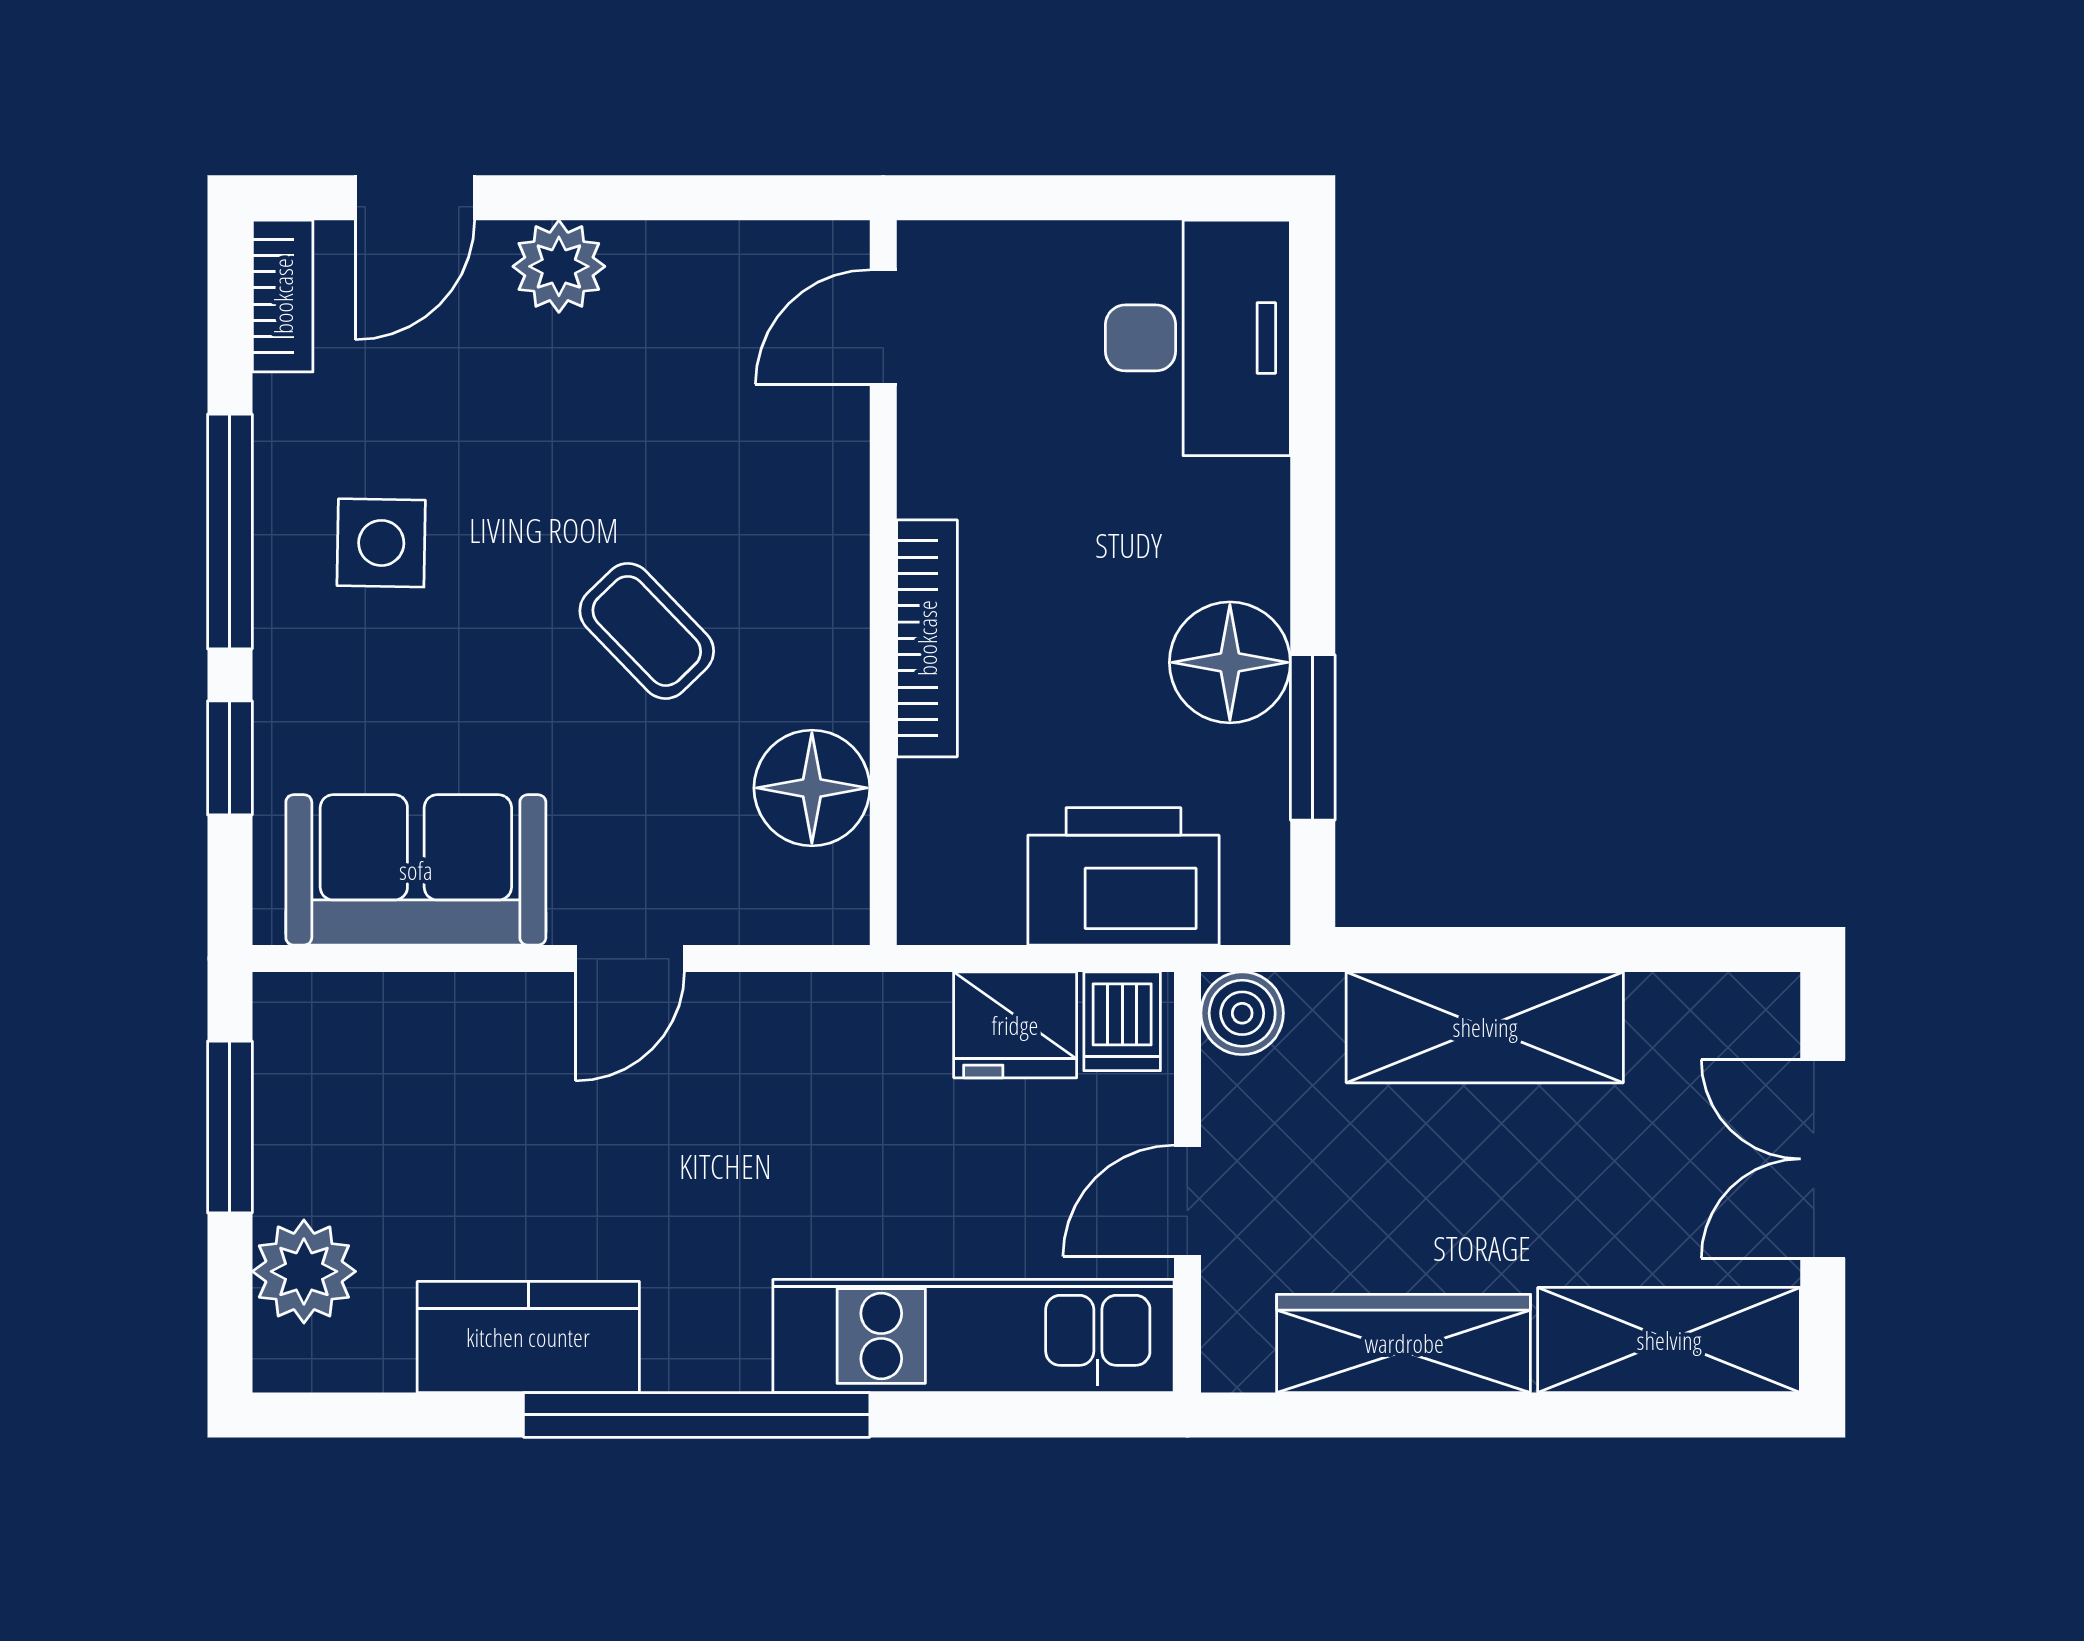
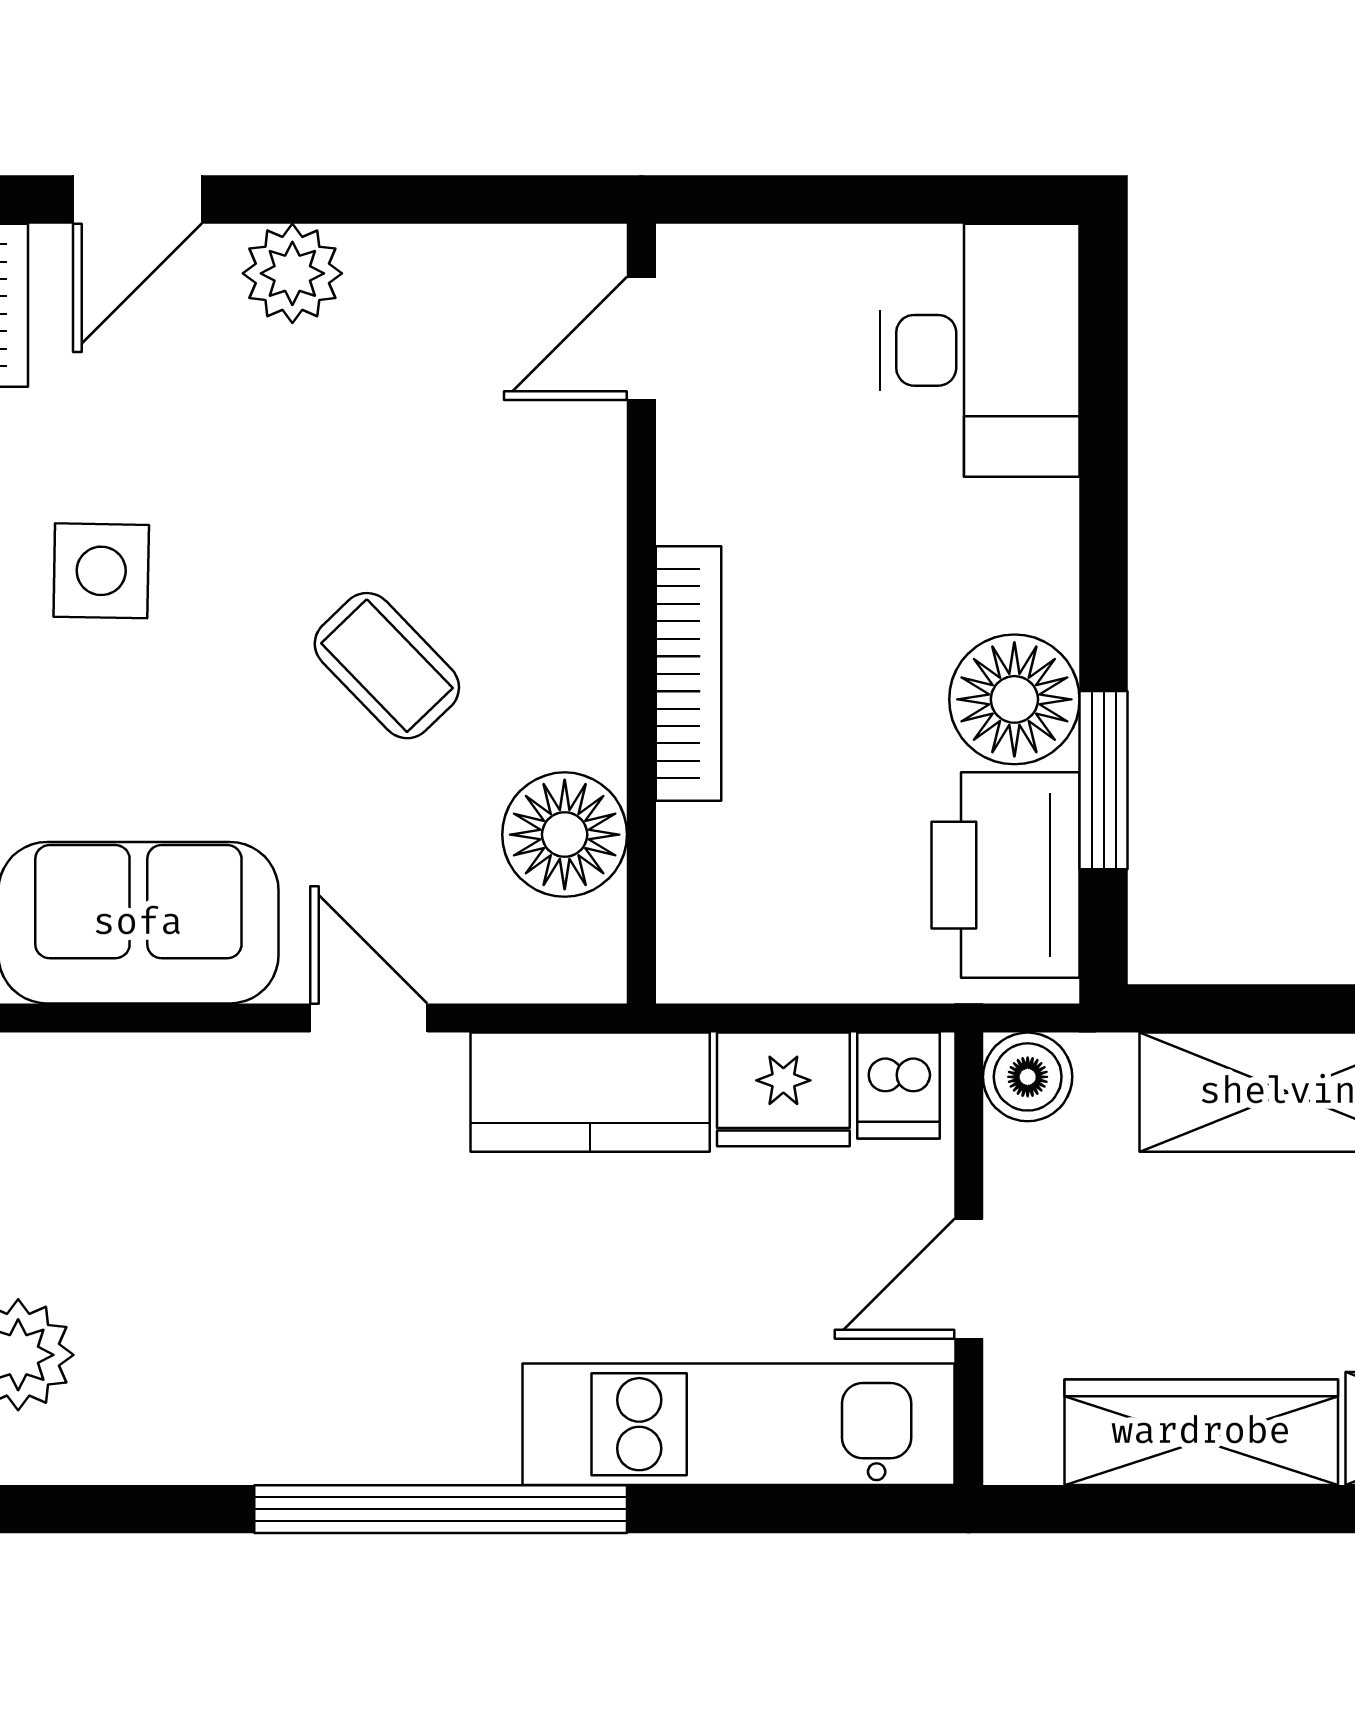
printer: (1123, 876) -> (1006, 875), moved, turned -90
door: (630, 959) -> (369, 1018), swing flipped
kitchen counter: (528, 1337) -> (590, 1092), moved, turned 180

